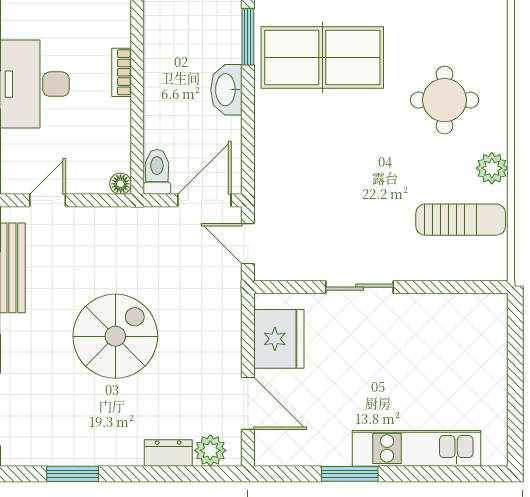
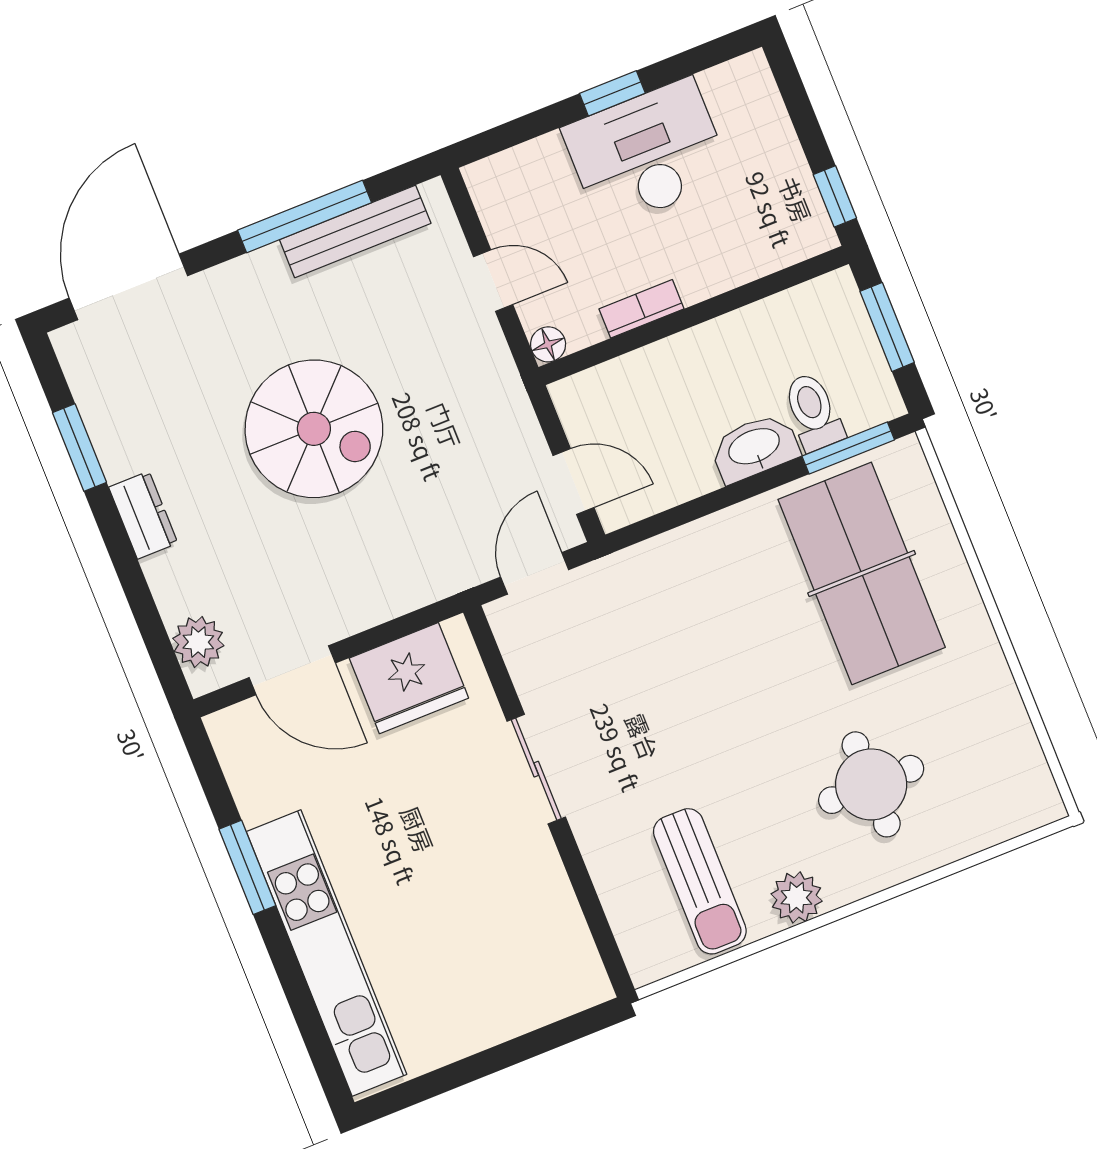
bookcase: (122, 72) -> (641, 309), moved
toilet: (157, 172) -> (813, 412), moved, turned -90
door: (48, 200) -> (493, 281), moved
door: (204, 200) -> (574, 482), width x0.73
door: (248, 403) -> (292, 670), hinge flipped
kitchen unit: (416, 448) -> (326, 953), width x1.36
dresser: (168, 453) -> (143, 515), moved

